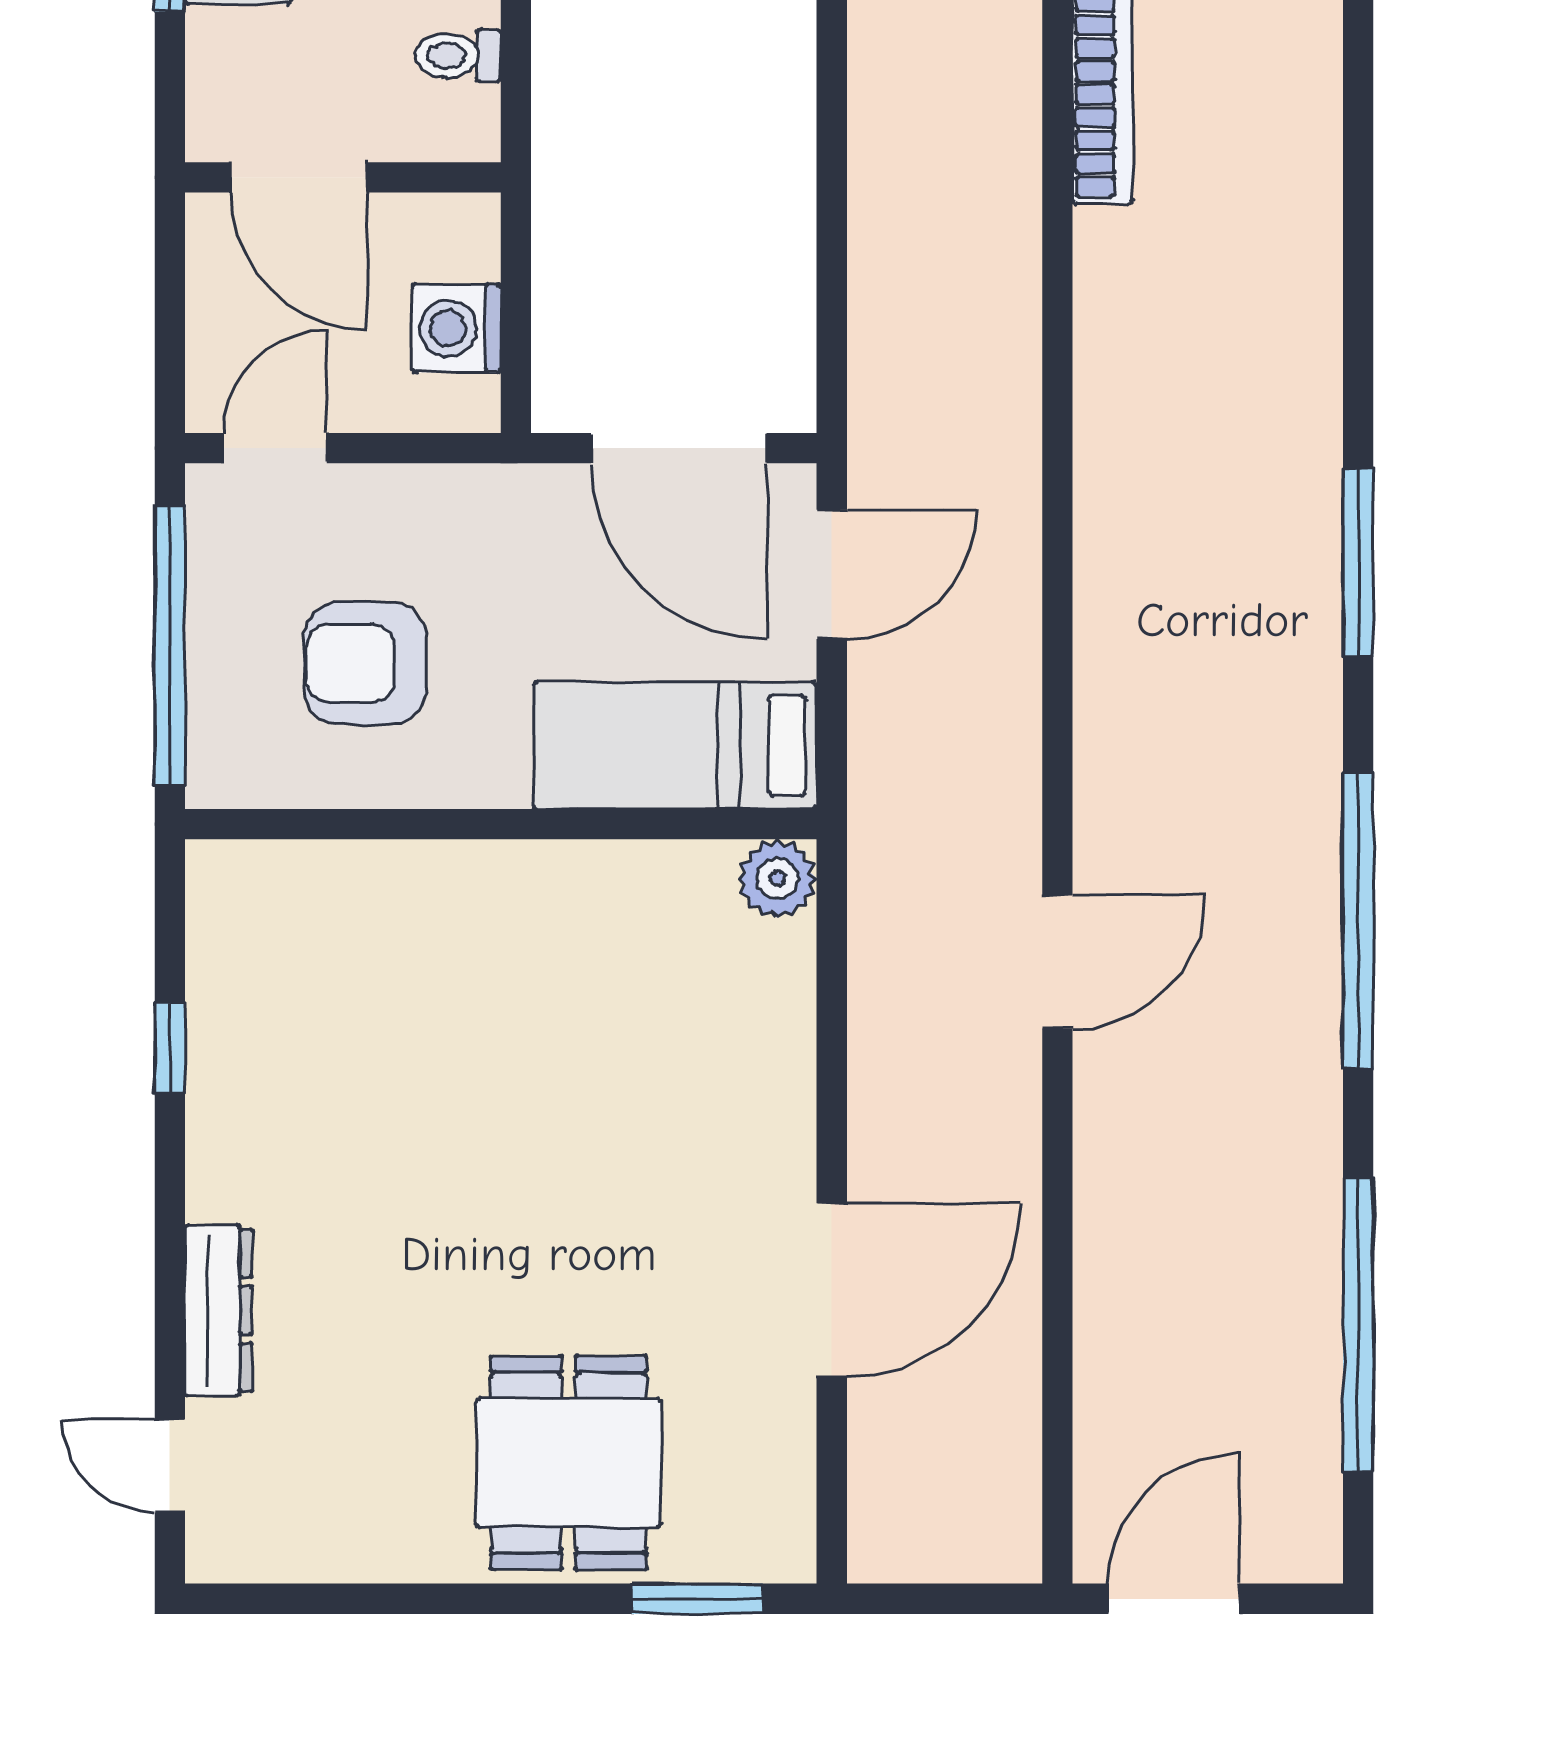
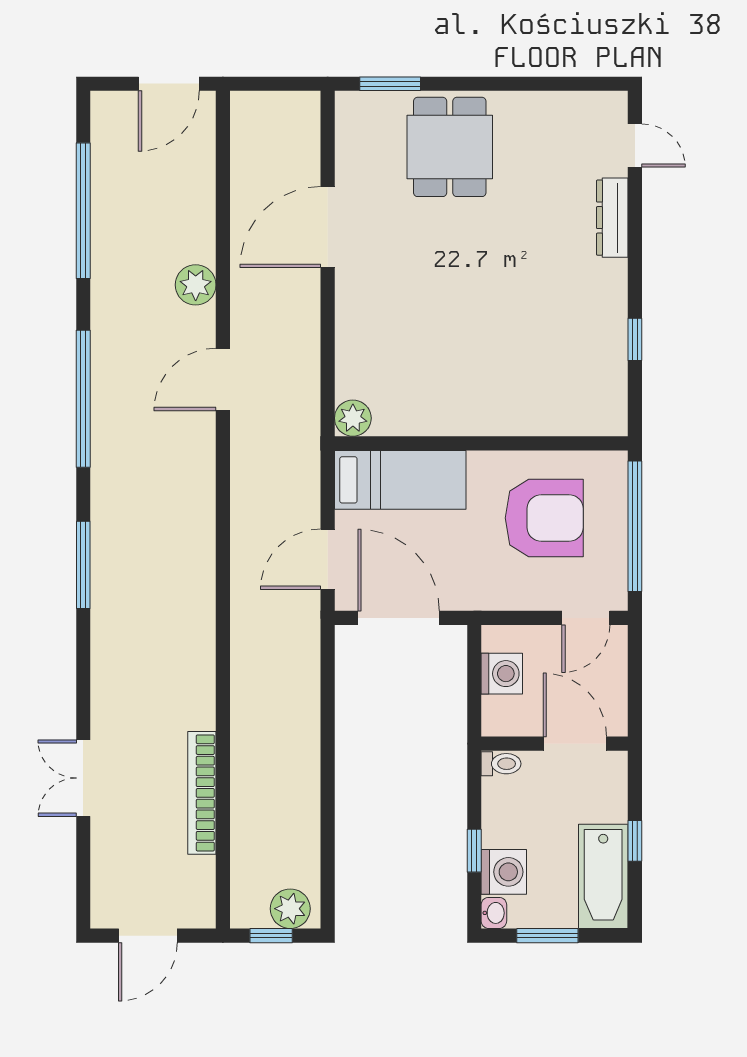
toilet: (458, 56) -> (501, 764), moved
double door: (1358, 103) -> (83, 778), added
armchair: (365, 663) -> (544, 518), width x1.36, depth x1.36
plant: (1116, 1166) -> (196, 285), added

